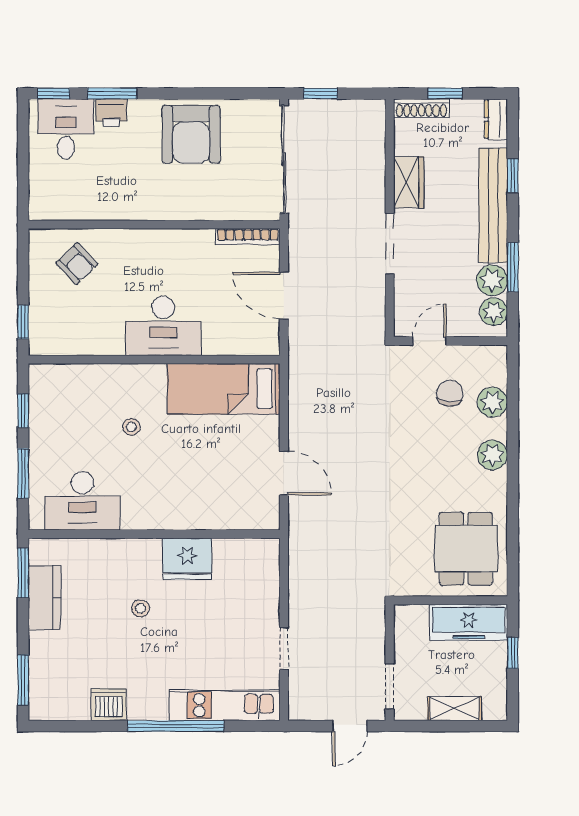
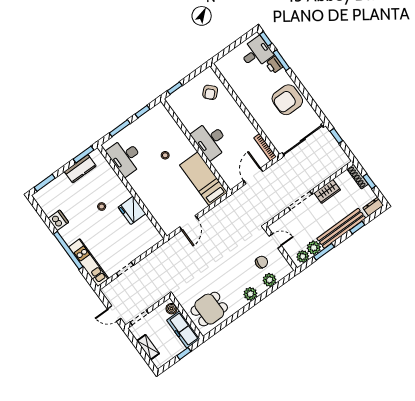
boiler: (416, 616) -> (171, 309), added

